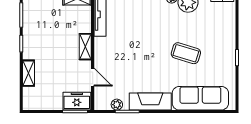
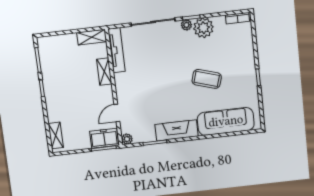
shelving: (85, 47) -> (104, 72), moved
shelving: (29, 73) -> (56, 136), moved
door: (93, 77) -> (117, 113), swing flipped
plant: (117, 105) -> (127, 139), moved

